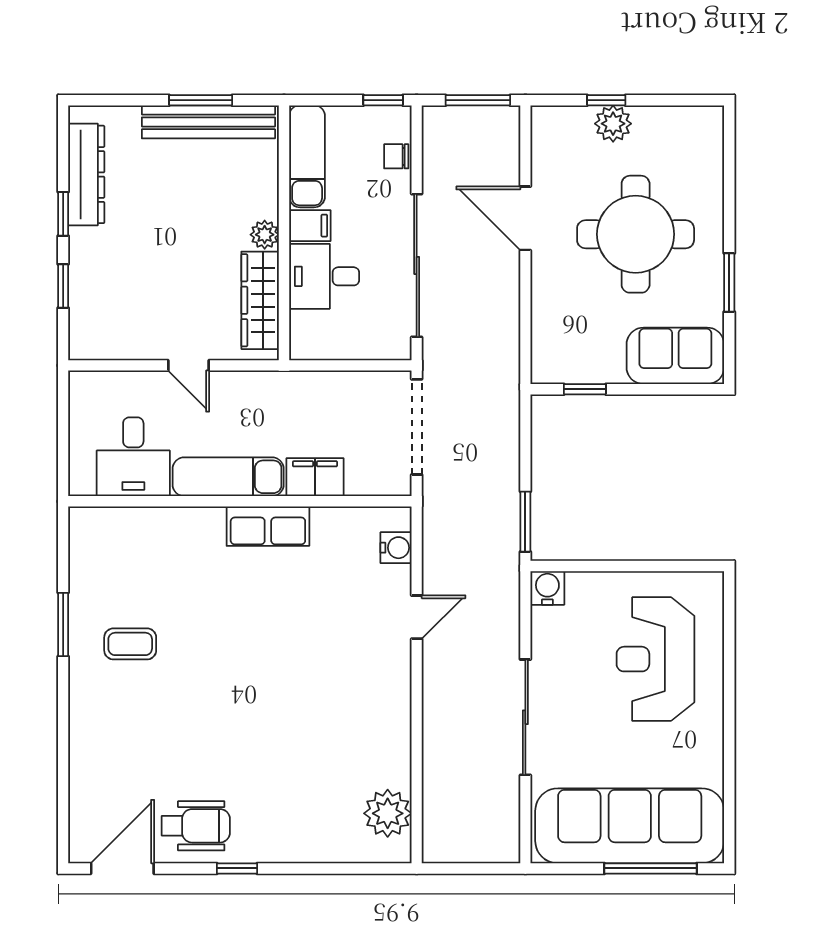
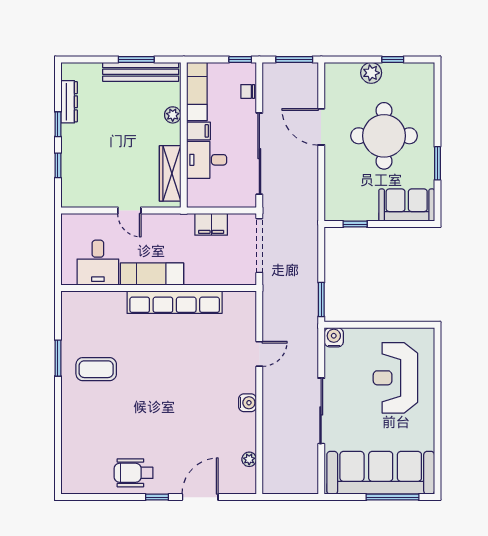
window: (606, 100) -> (393, 60), moved
dresser: (86, 174) -> (69, 102), width x0.73, depth x0.80
plant: (265, 235) -> (173, 115), moved
filing cabinet: (315, 477) -> (211, 224), moved, turned 180
row of seats: (268, 526) -> (175, 302), width x2.02
water cooler: (396, 548) -> (248, 403), moved
coffee table: (130, 644) -> (96, 369), width x1.36, depth x1.30
plant: (388, 813) -> (249, 459), width x0.53, depth x0.53
wheelchair: (196, 826) -> (133, 473), turned 180
door: (122, 868) -> (200, 497), moved

